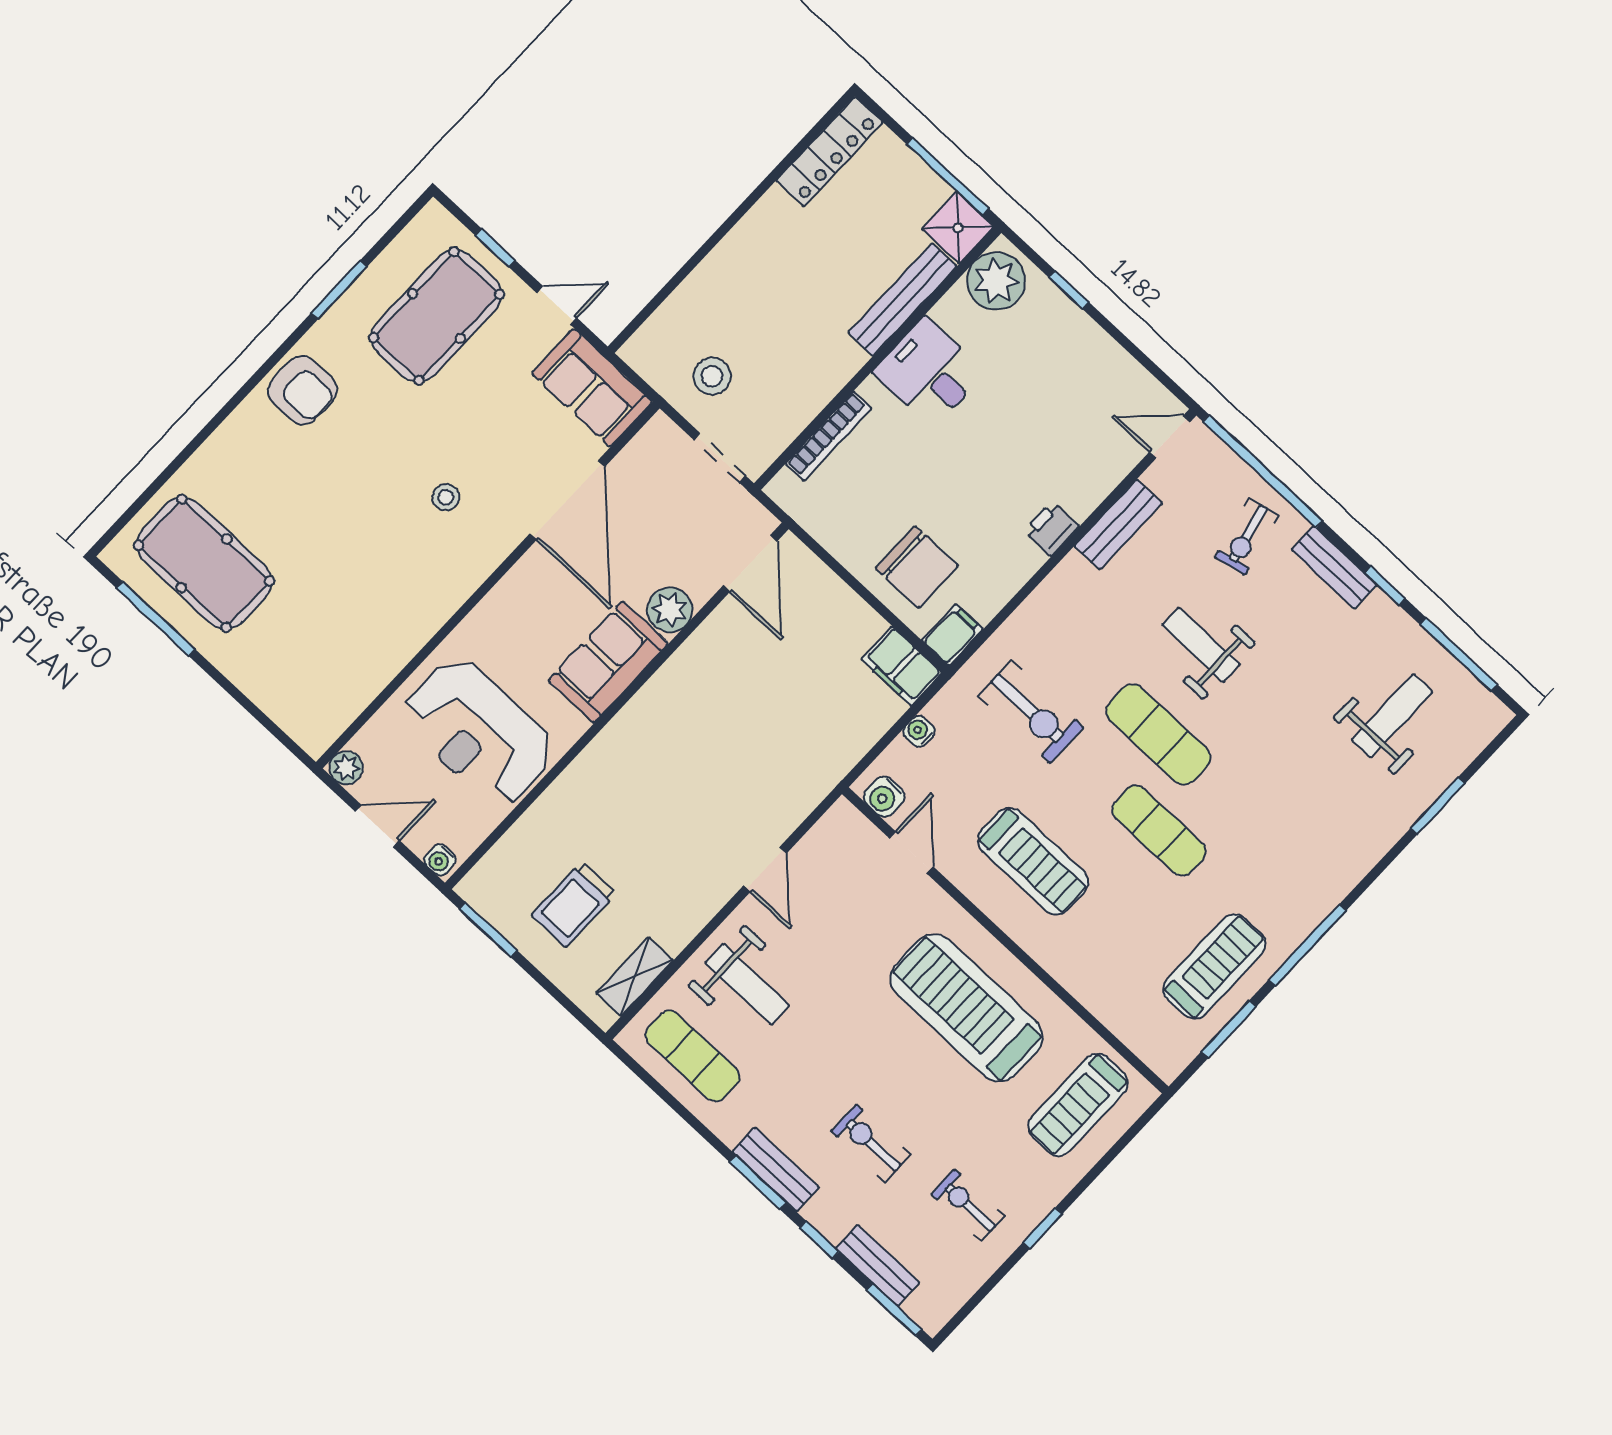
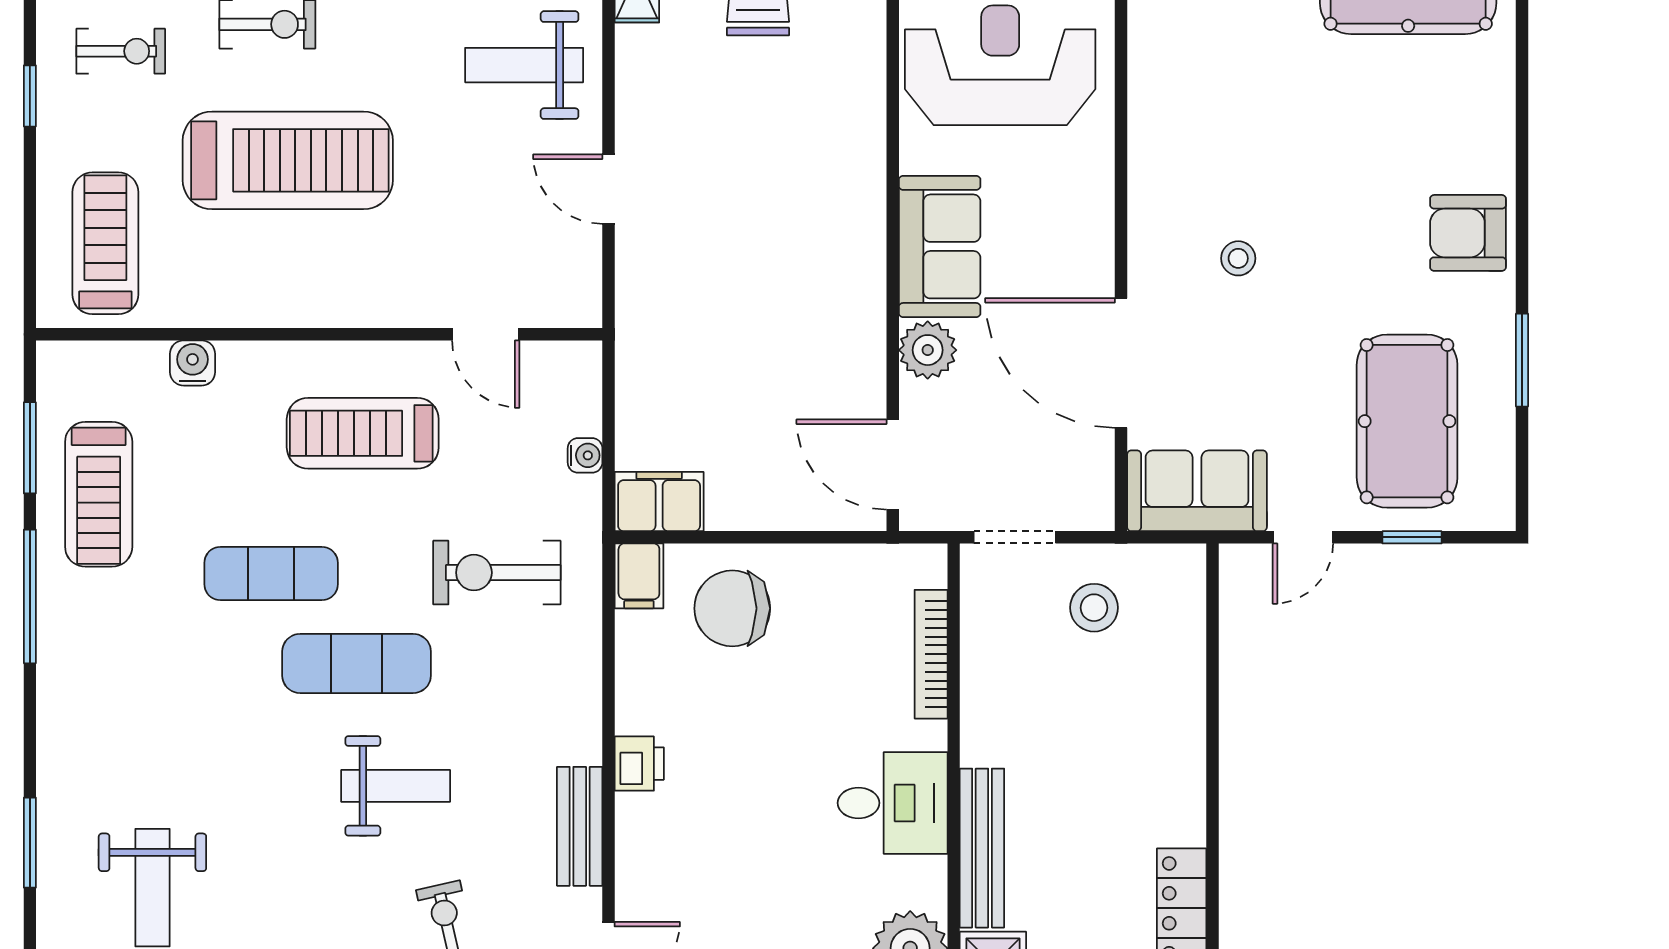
water cooler: (884, 797) -> (193, 363), moved
treadmill: (967, 1008) -> (288, 160), moved

